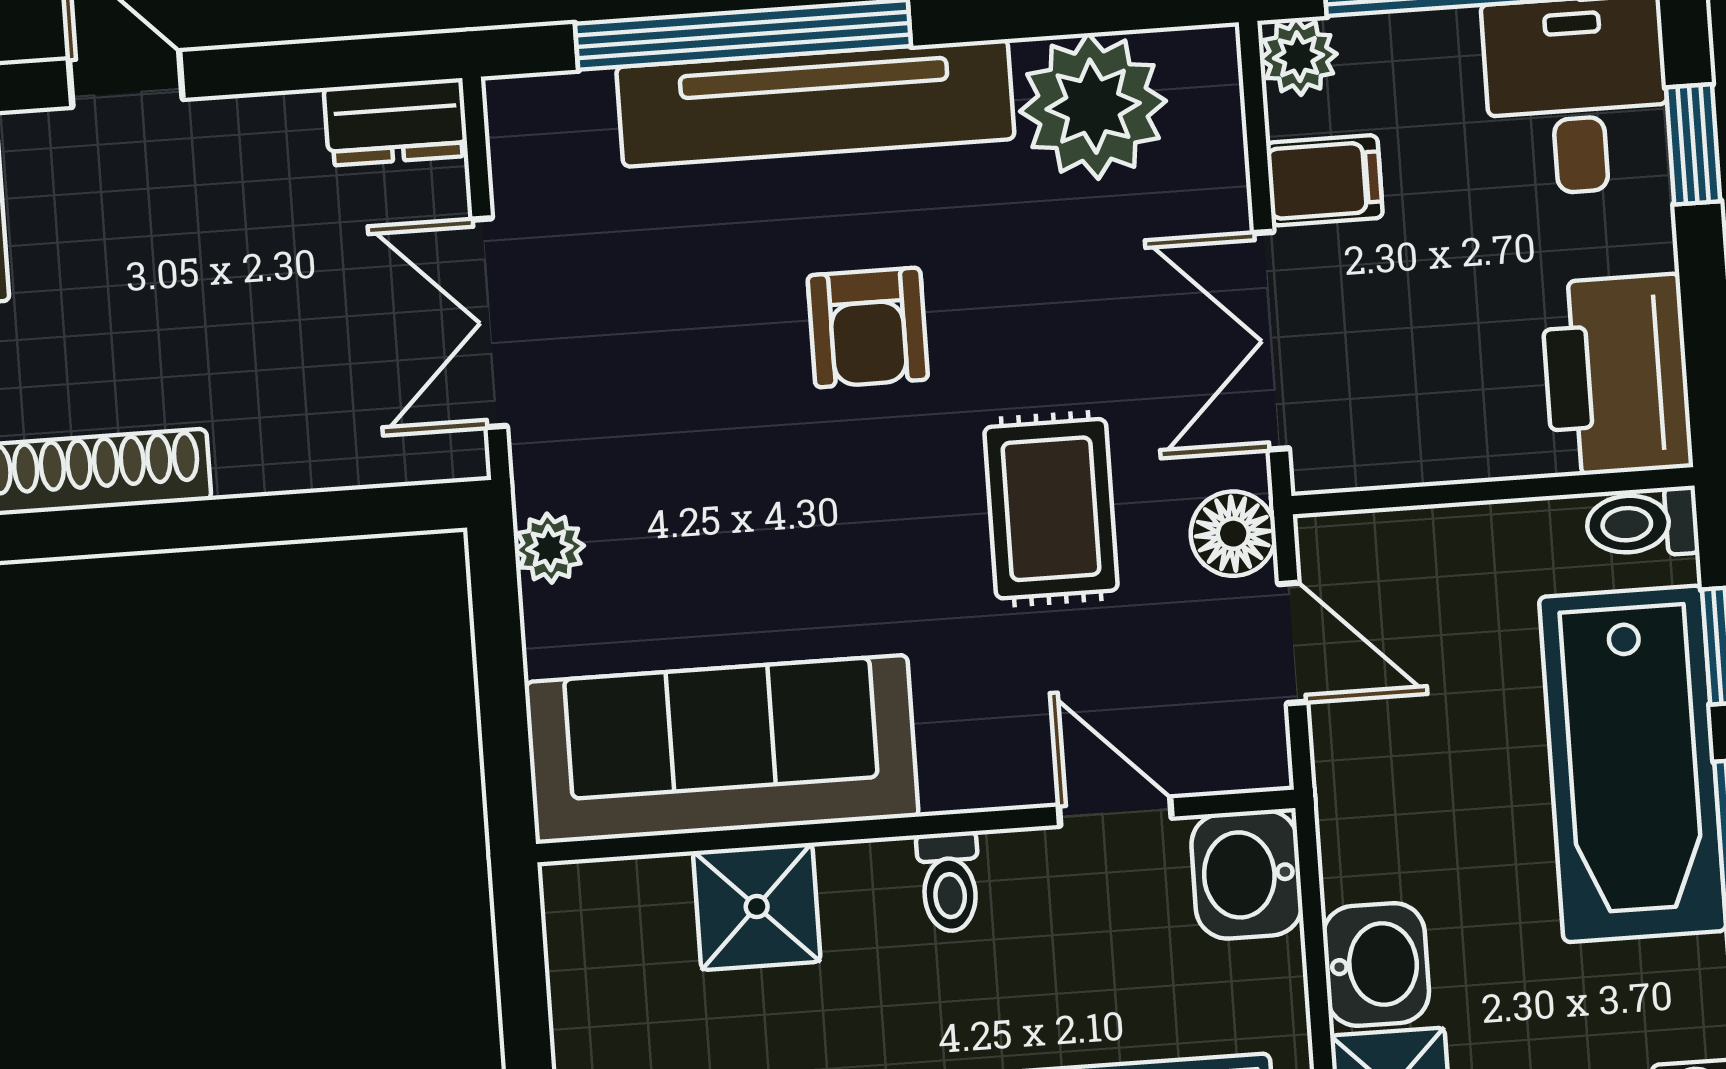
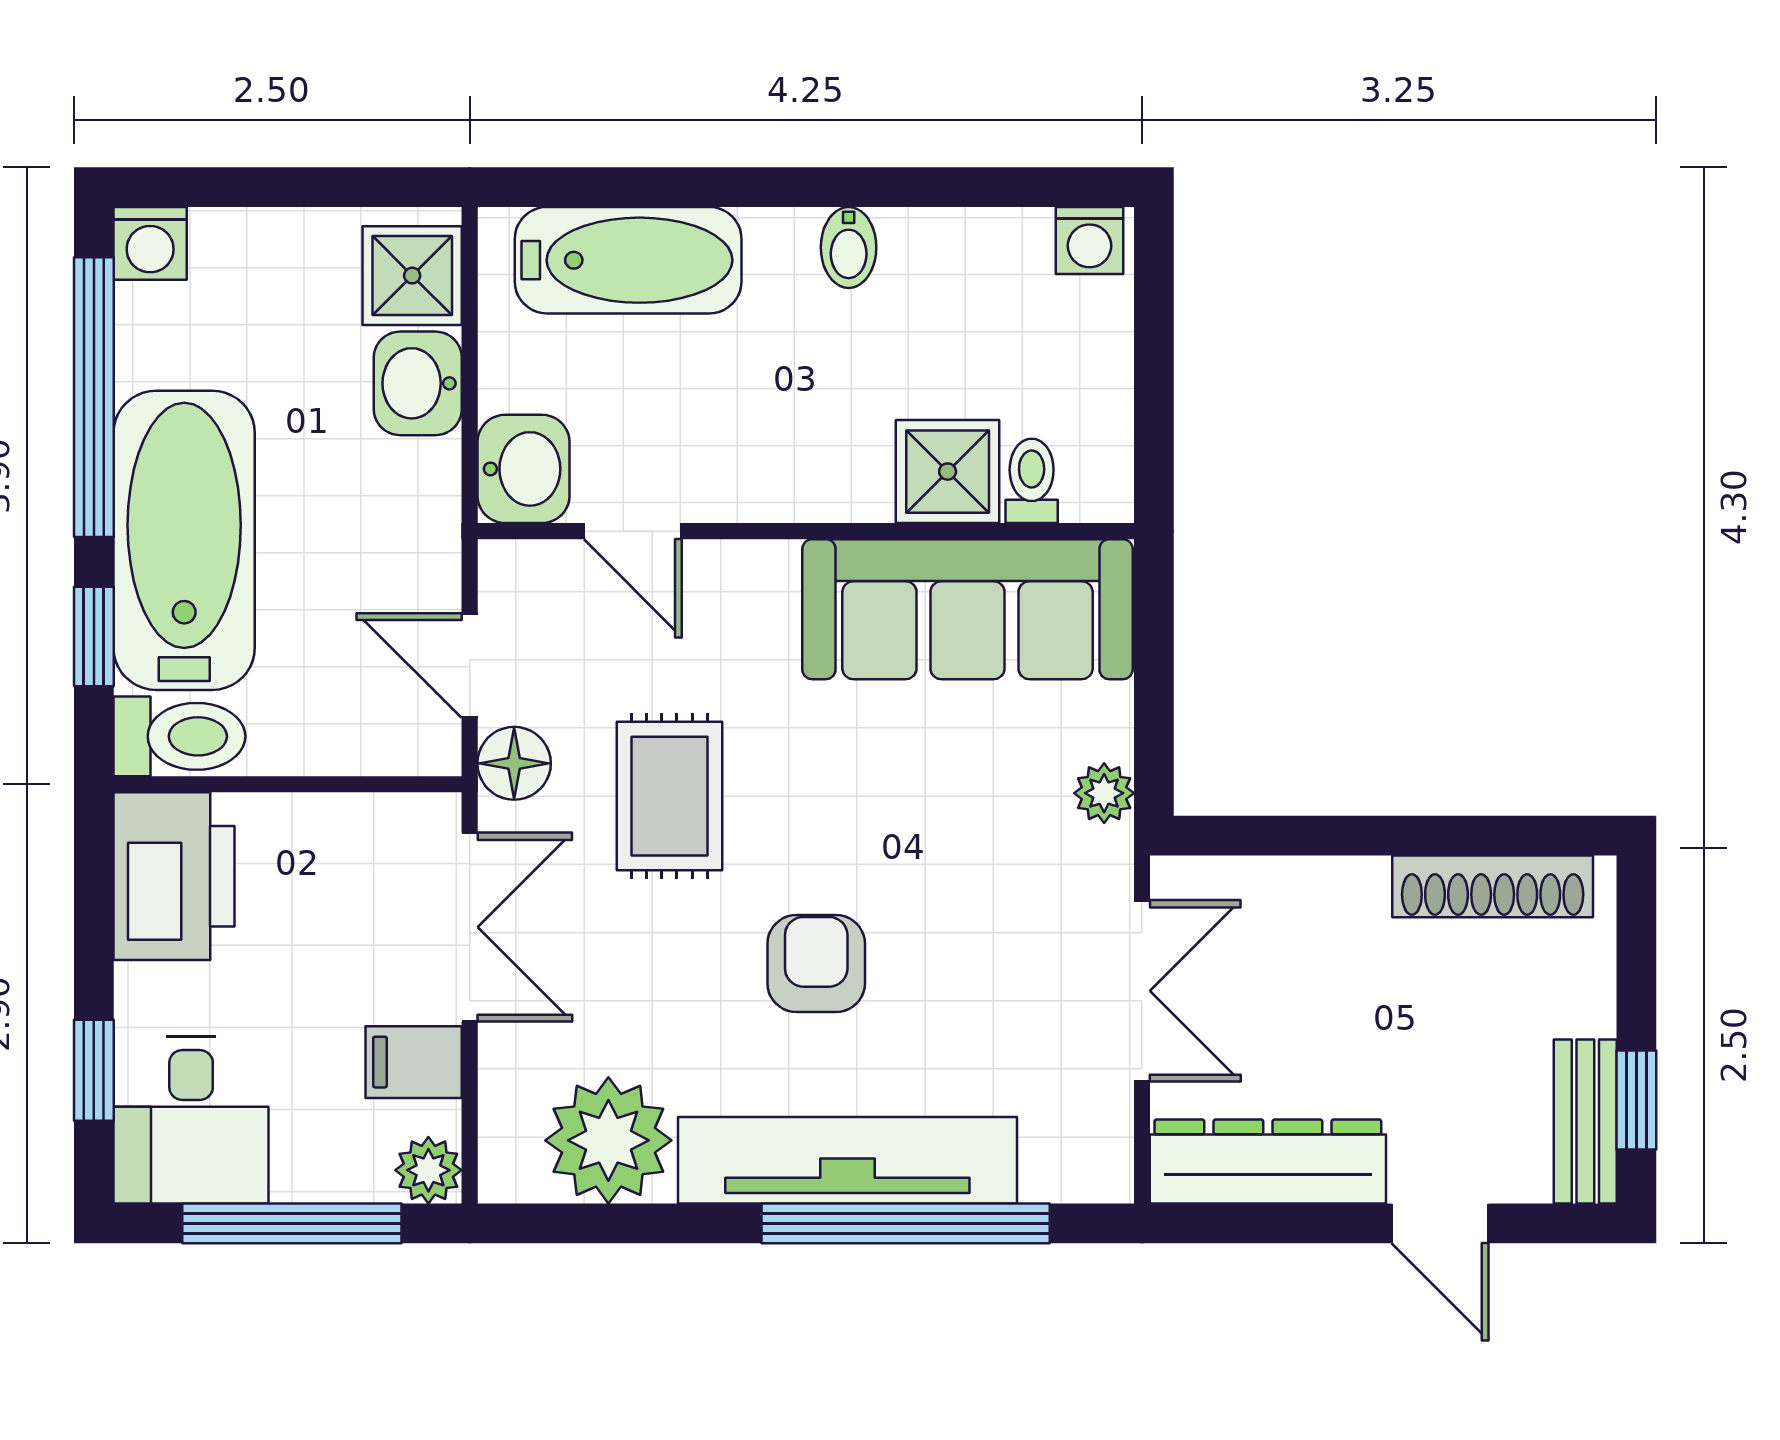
dresser: (396, 122) -> (1268, 1161), width x1.96, depth x1.24
toilet: (1642, 523) -> (179, 736), width x1.37, depth x1.39
toilet: (949, 882) -> (1032, 481), moved

